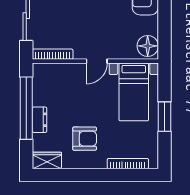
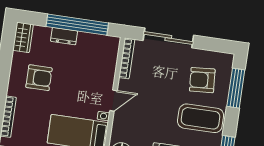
door: (97, 61) -> (113, 101), swing flipped
armchair: (85, 139) -> (39, 78), turned -90

